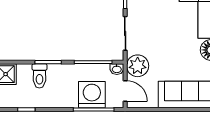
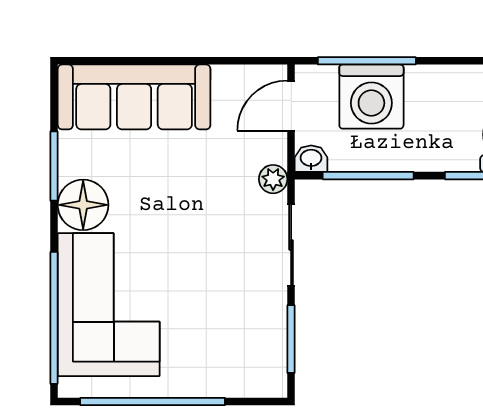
plant: (138, 66) -> (273, 179), width x0.53, depth x0.53
door: (125, 91) -> (291, 106), hinge flipped

